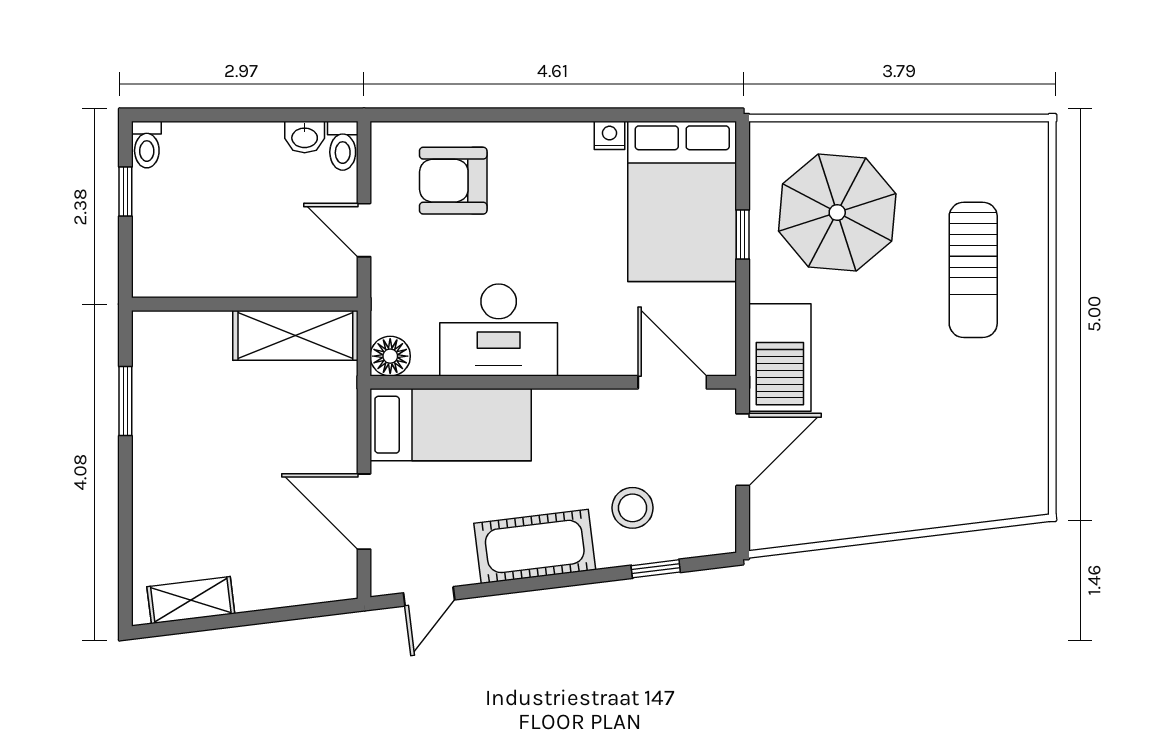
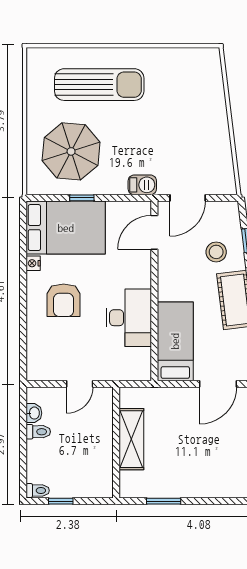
toilet: (343, 146) -> (38, 432), moved
armchair: (453, 181) -> (64, 300), moved
sun lounger: (973, 270) -> (99, 85), width x1.36, depth x1.34
shelving: (295, 335) -> (131, 439), moved
floor lamp: (390, 356) -> (142, 371), removed
barbecue: (780, 358) -> (142, 185), width x0.53, depth x0.65
door: (743, 450) -> (188, 198), swing flipped

